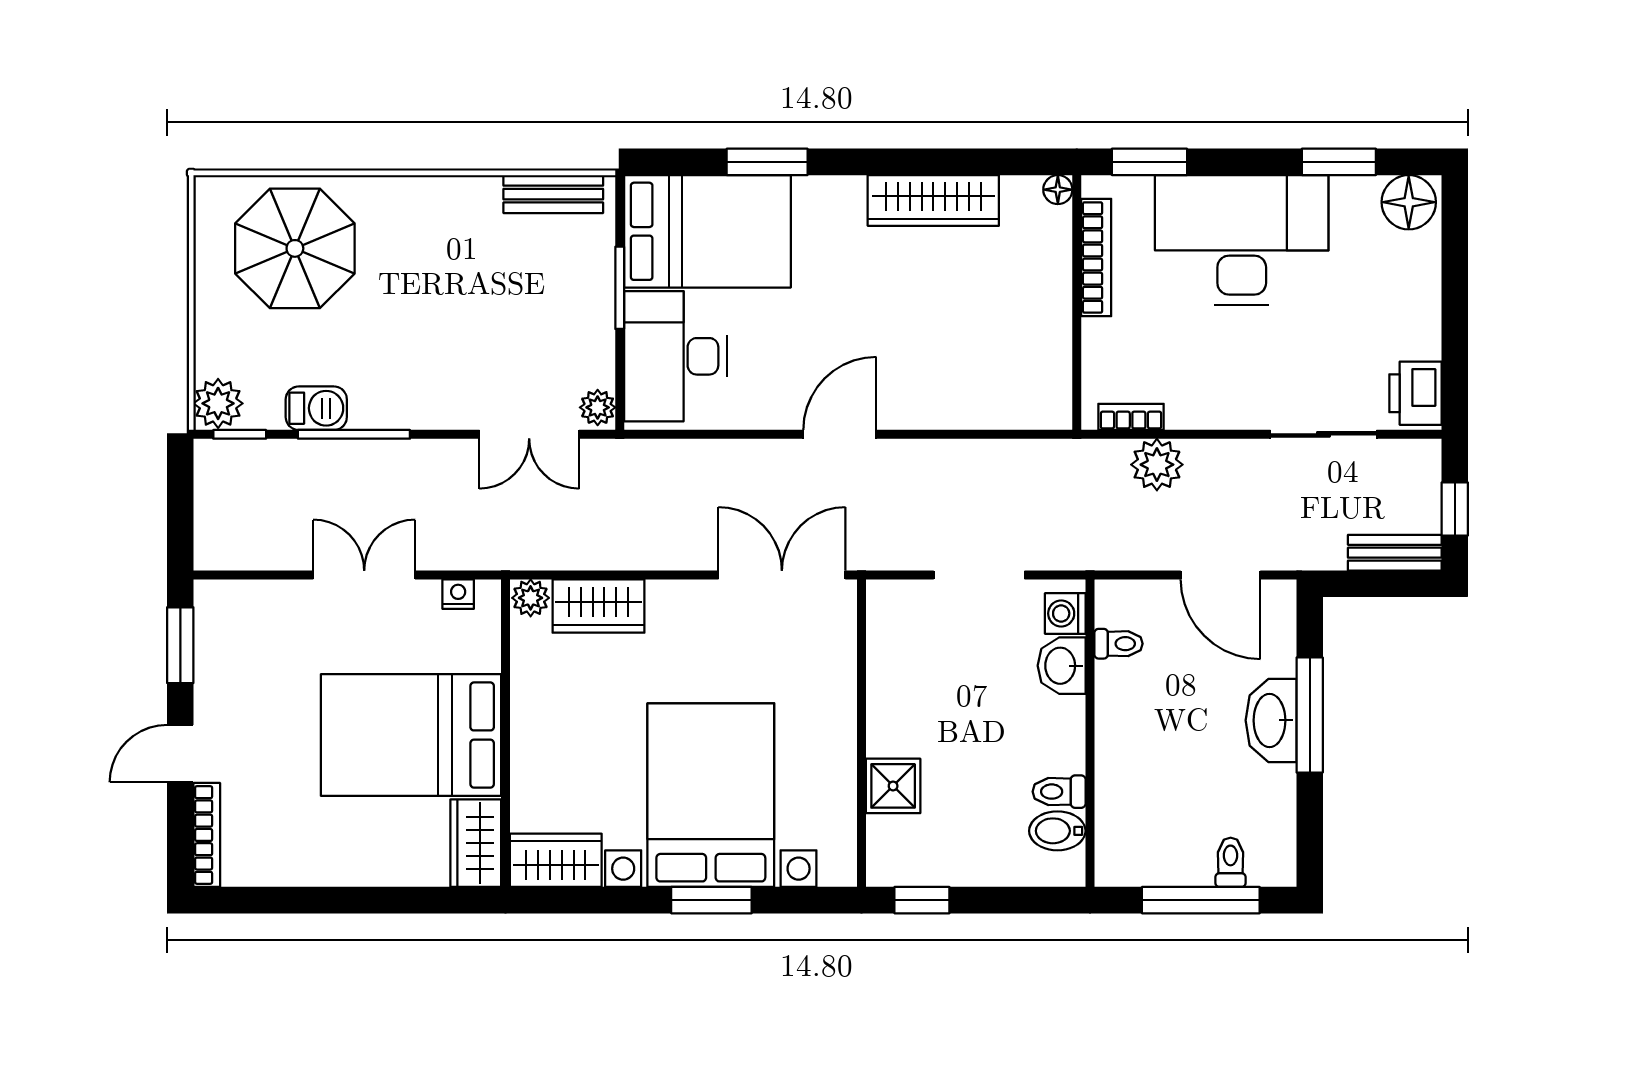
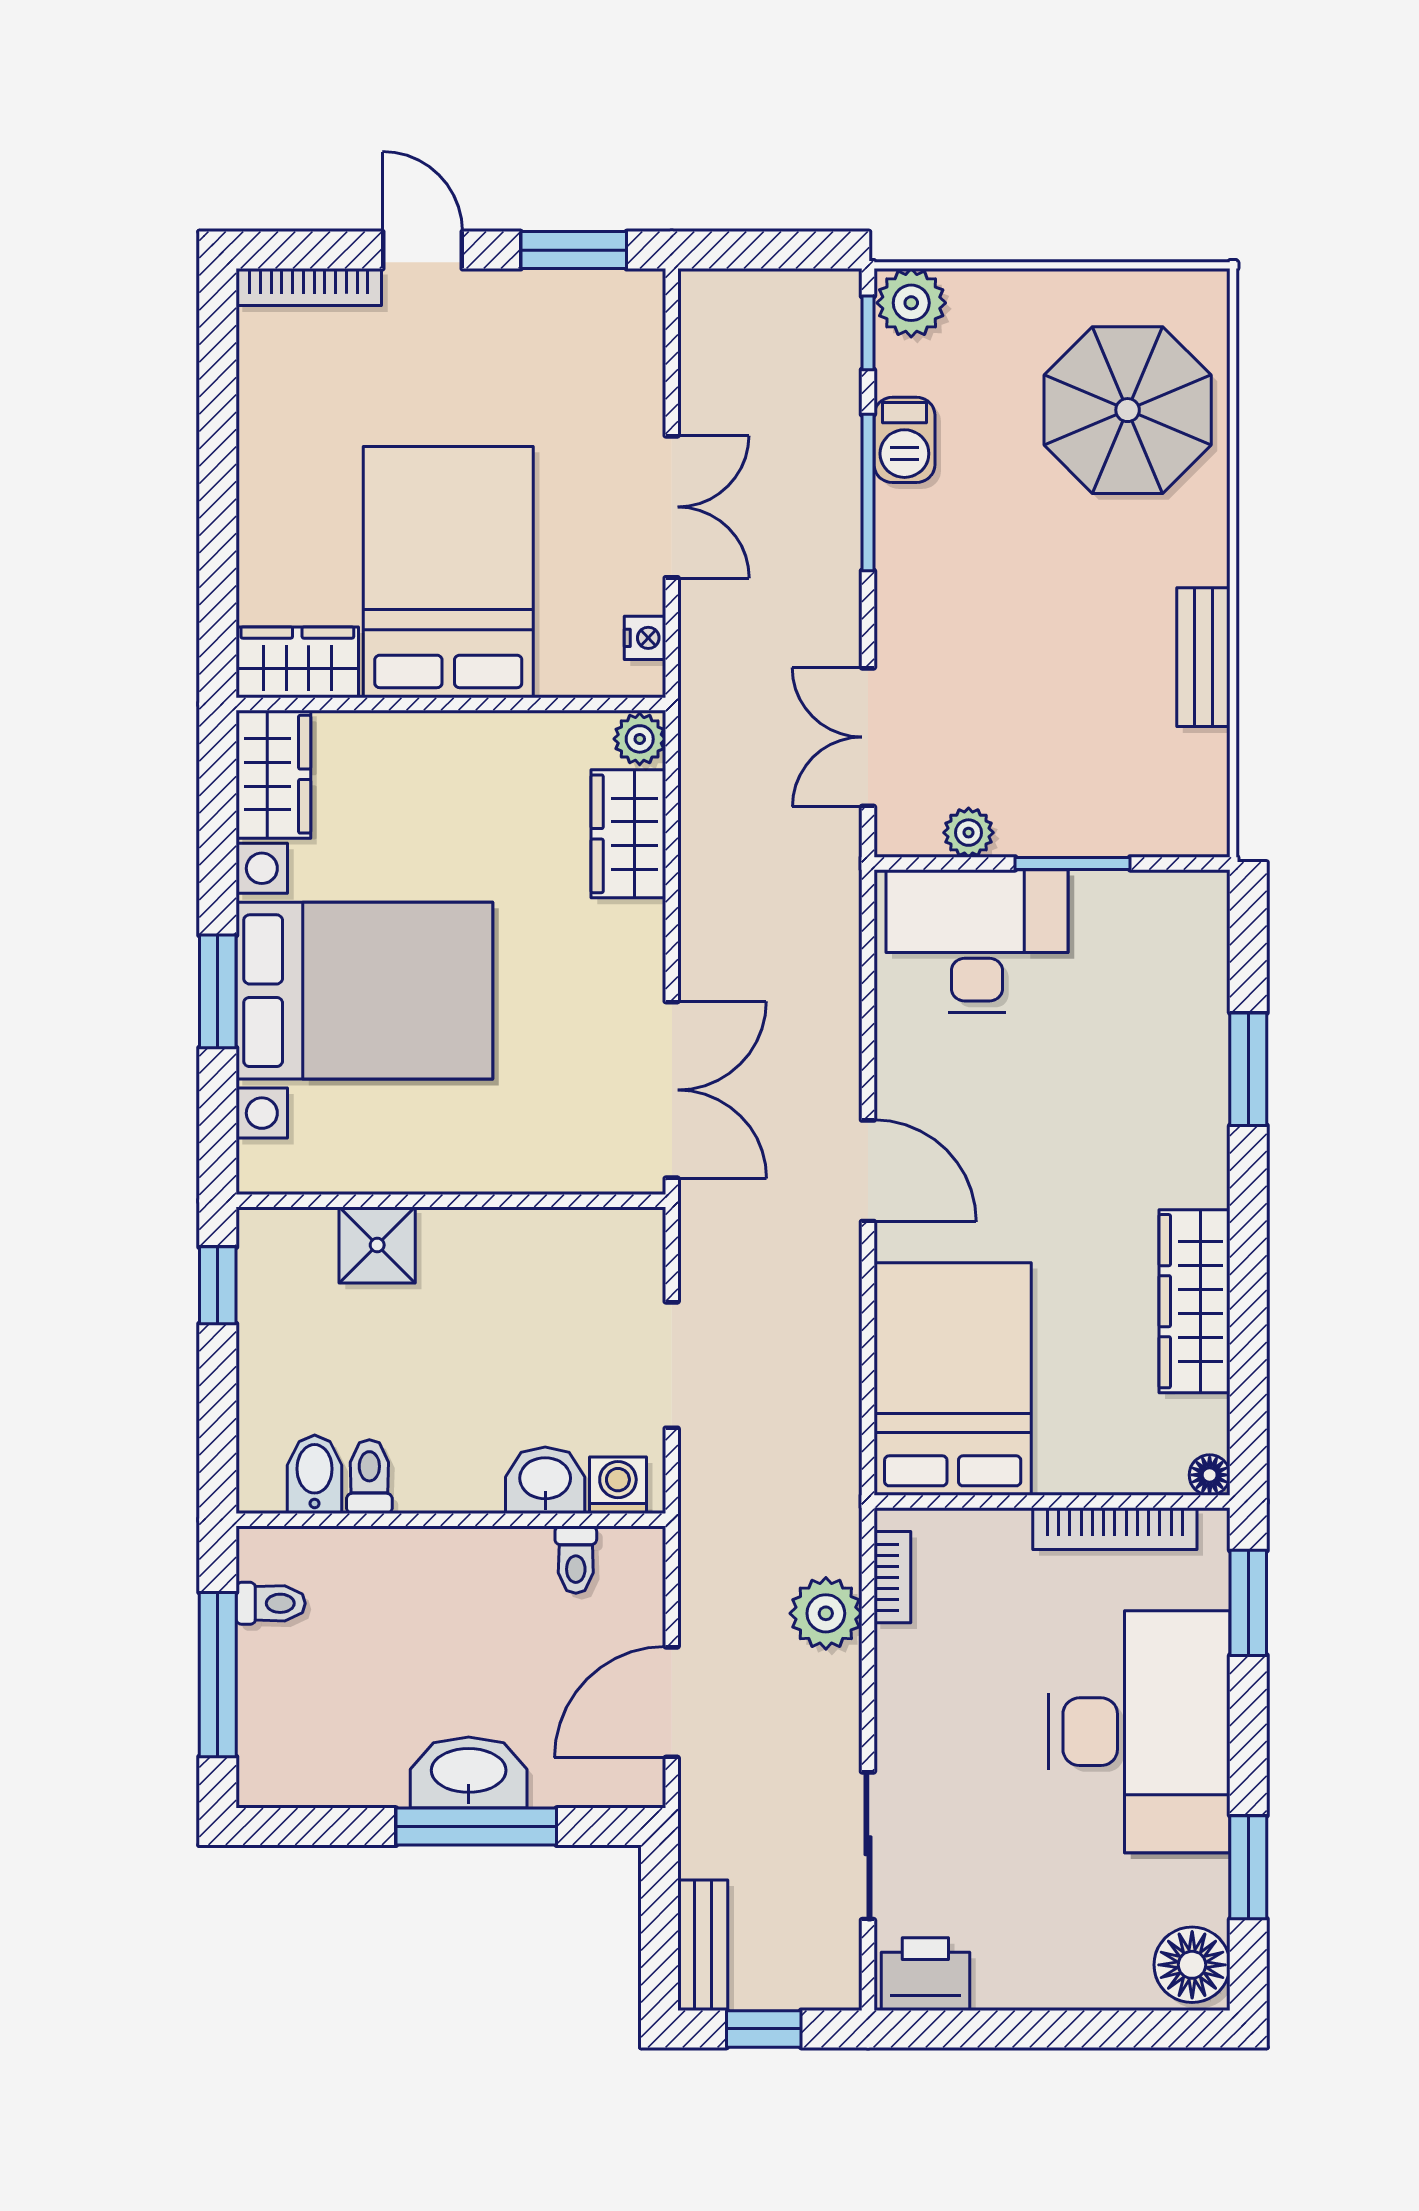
bench: (553, 194) -> (1203, 657), moved
bed: (707, 231) -> (953, 1379), moved, turned 180
plant: (598, 407) -> (969, 833), moved
toilet: (1231, 862) -> (271, 1603), moved

